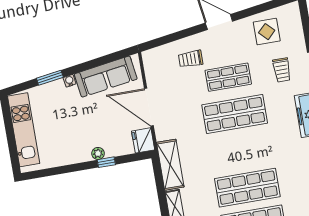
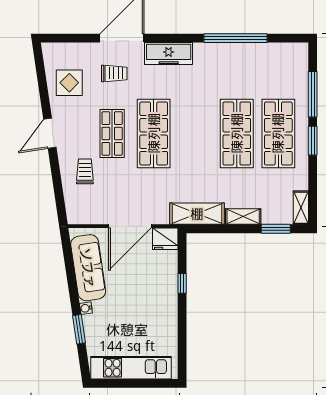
trolley: (191, 59) -> (85, 171), turned 180
plant: (98, 153) -> (171, 291), removed

